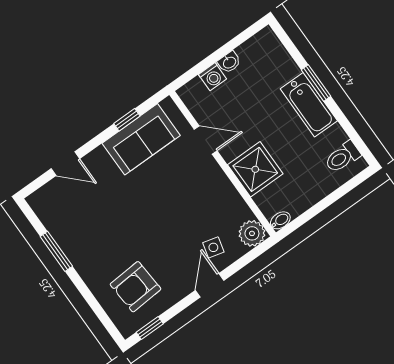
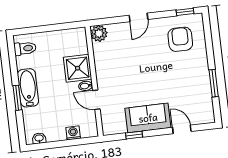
washbasin: (229, 62) -> (39, 138), moved
sofa: (141, 139) -> (148, 118), moved
bidet: (280, 220) -> (86, 86), moved
side table: (213, 247) -> (125, 37), removed
armchair: (136, 287) -> (180, 39), turned -86

